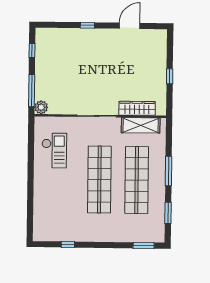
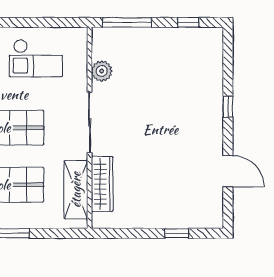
window: (170, 76) -> (177, 233), moved
plant: (41, 107) -> (102, 71), moved

